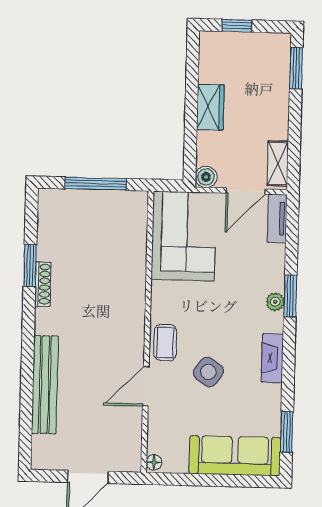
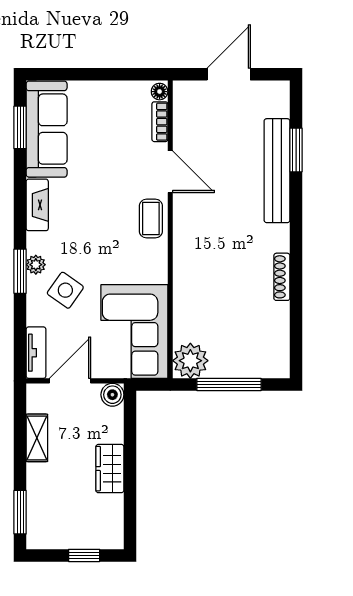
shelving: (278, 163) -> (37, 438), moved
plant: (131, 207) -> (190, 361), added
window: (30, 266) -> (296, 150), moved
side table: (208, 372) -> (65, 290), moved
door: (146, 386) -> (170, 172), hinge flipped
bookcase: (154, 434) -> (160, 122), added
sofa: (235, 456) -> (47, 129), moved, turned -90

